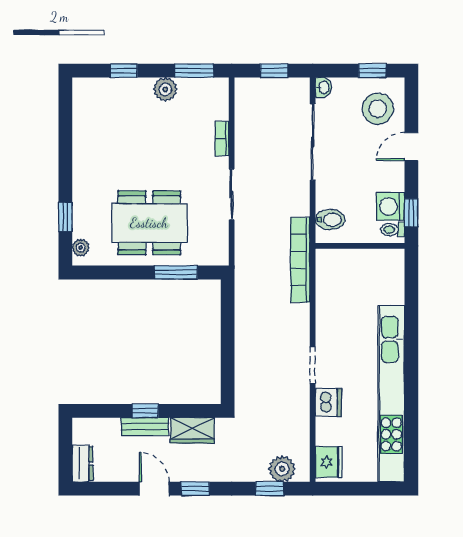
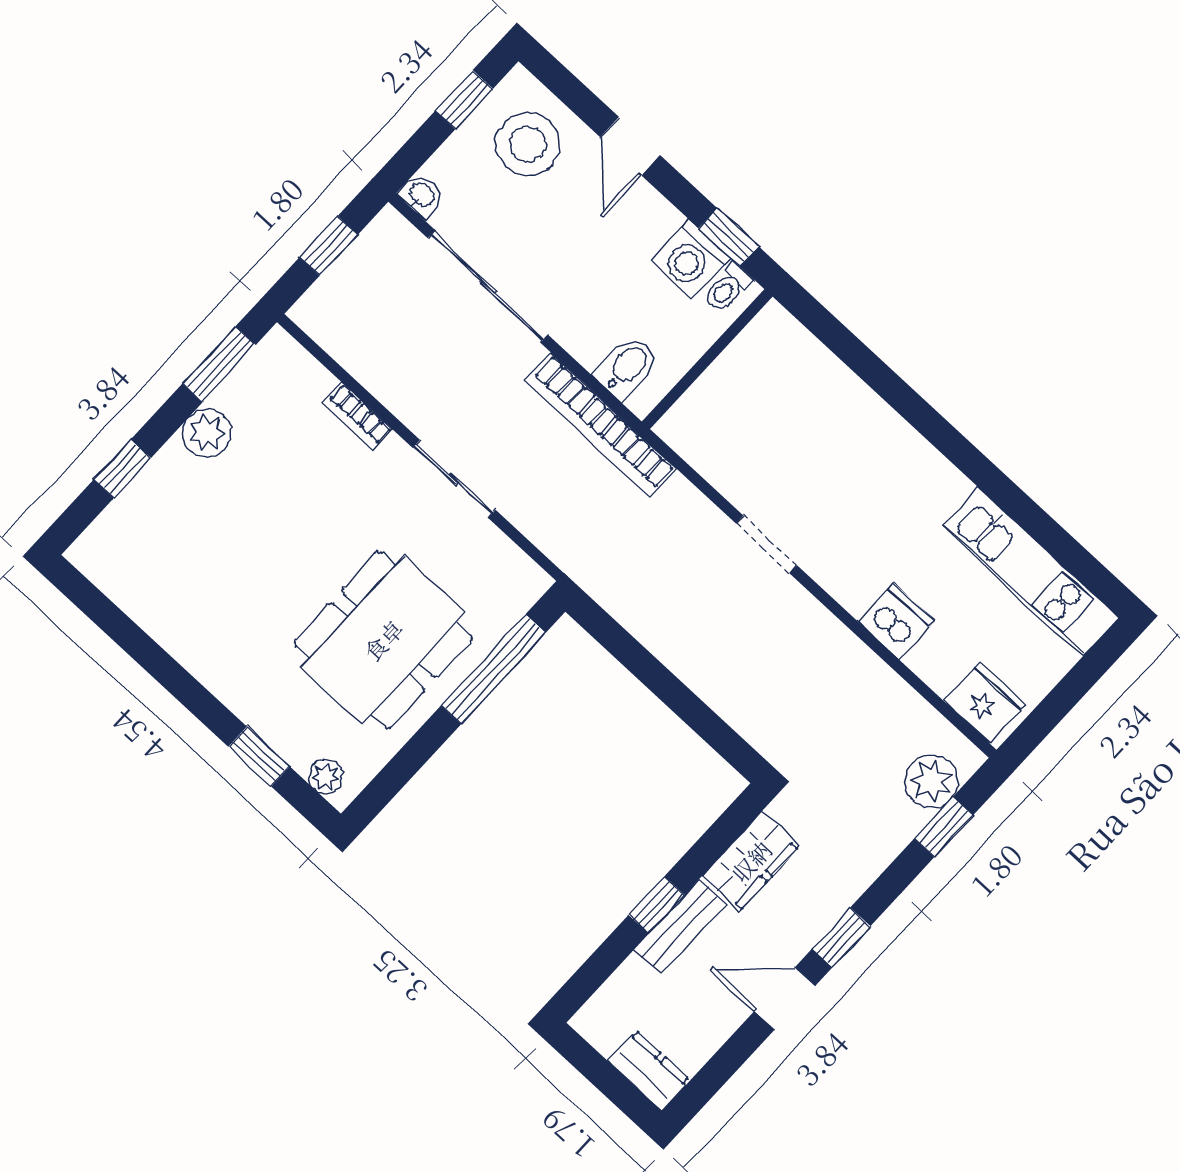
bookcase: (300, 260) -> (601, 425), moved
window: (176, 272) -> (493, 669), width x1.44
doorway: (313, 365) -> (767, 545), moved
kitchen unit: (391, 394) -> (1030, 572), width x0.54

